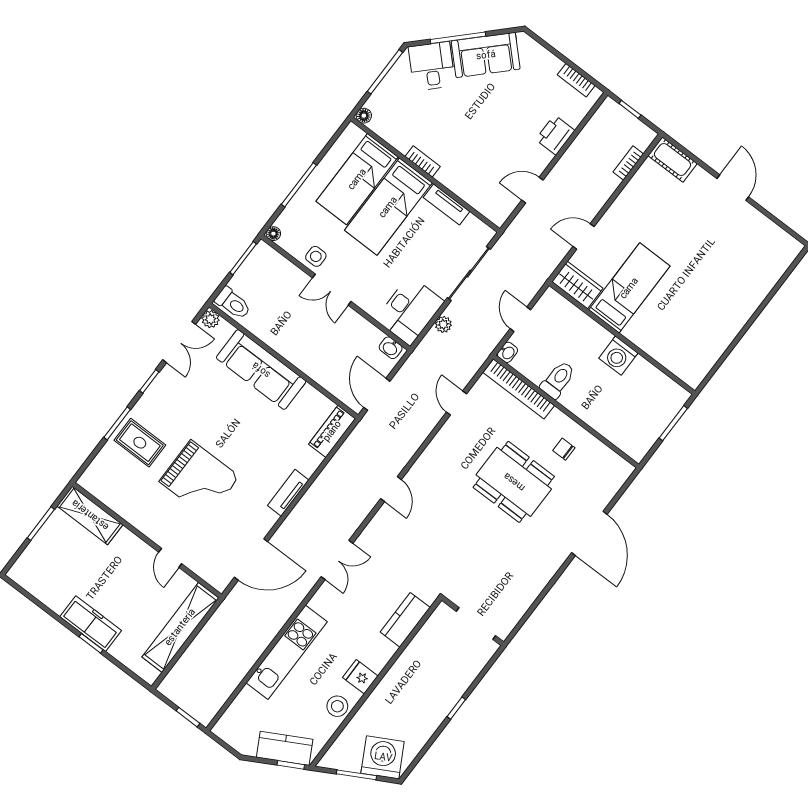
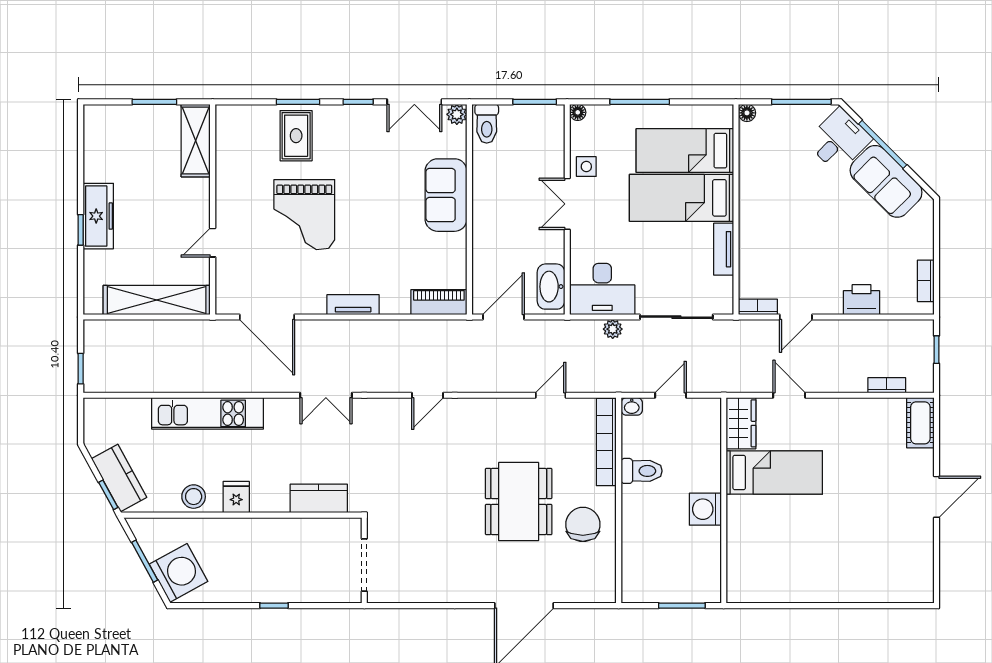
bookcase: (423, 161) -> (758, 307), moved, turned -90
door: (532, 190) -> (796, 317), swing flipped
washbasin: (391, 348) -> (551, 287), width x1.91, depth x1.45
sofa: (261, 370) -> (446, 195), width x0.73
chair: (564, 449) -> (583, 524), width x1.87, depth x1.87

